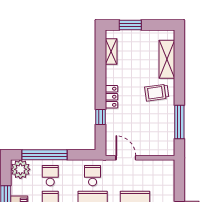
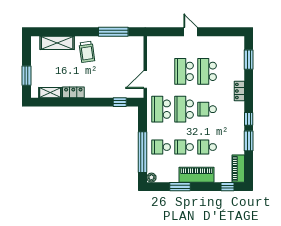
locker: (111, 97) -> (73, 92), moved
window: (100, 117) -> (120, 102), moved
plant: (20, 169) -> (151, 178), width x0.53, depth x0.53
school desk: (93, 176) -> (161, 109), width x1.85

